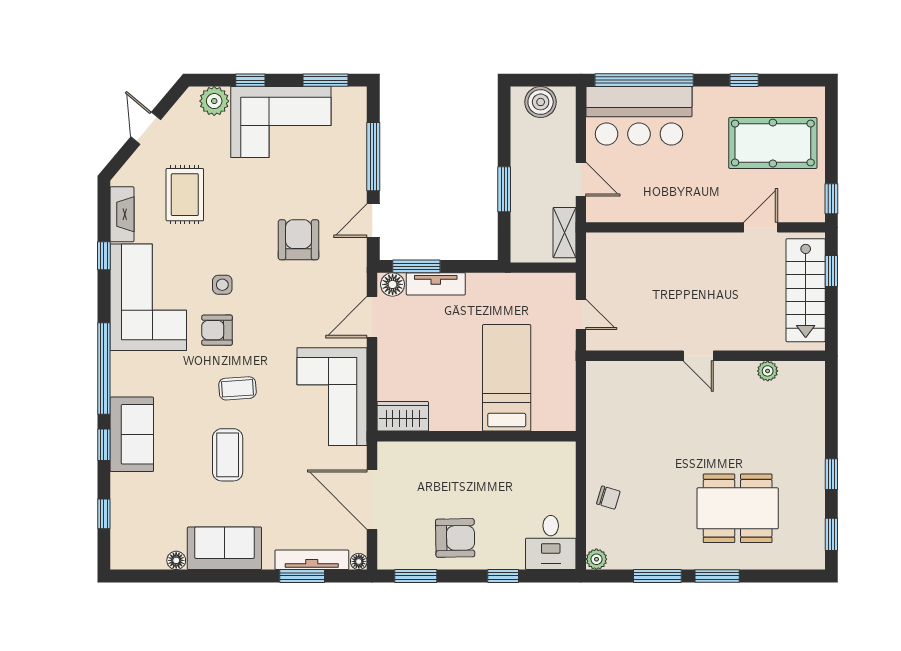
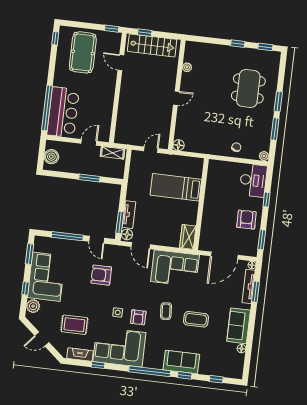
window: (744, 80) -> (55, 38), moved
floor lamp: (598, 373) -> (179, 145), added
desk: (551, 543) -> (253, 180), width x1.37

